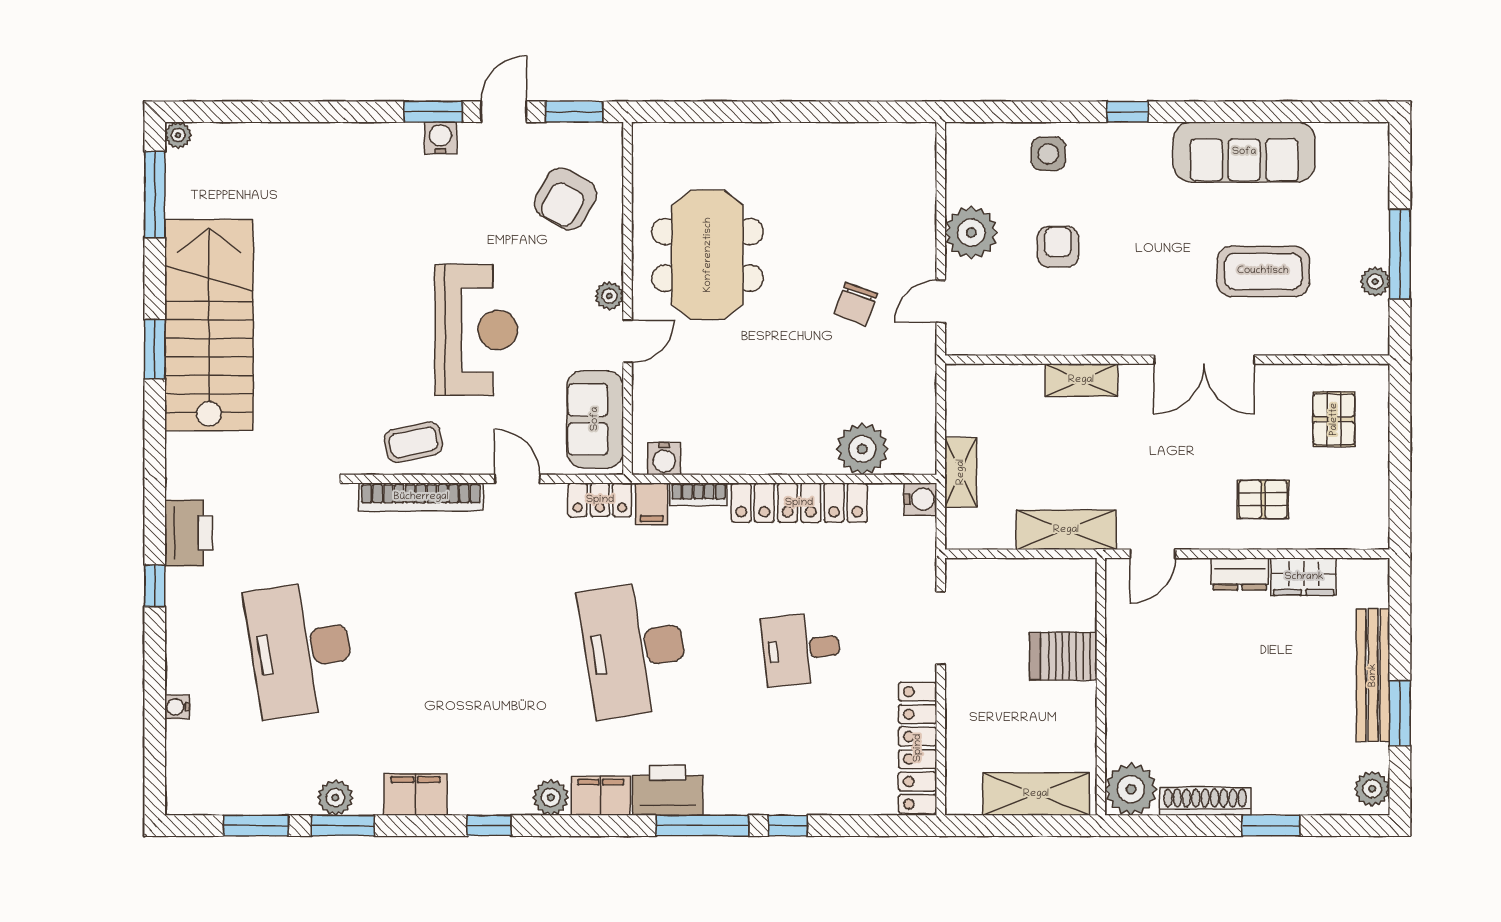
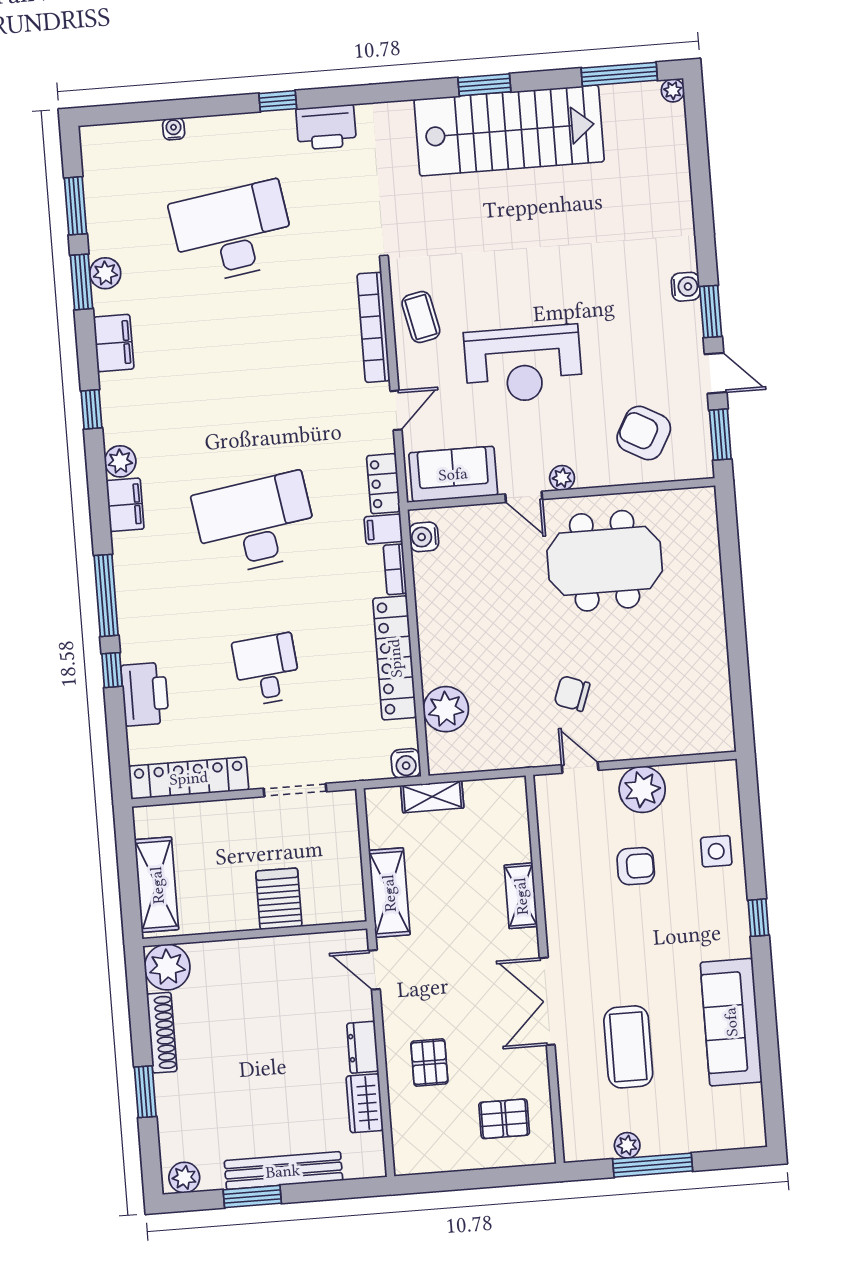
water cooler: (440, 138) -> (686, 287), moved
printer: (668, 790) -> (145, 694), moved

